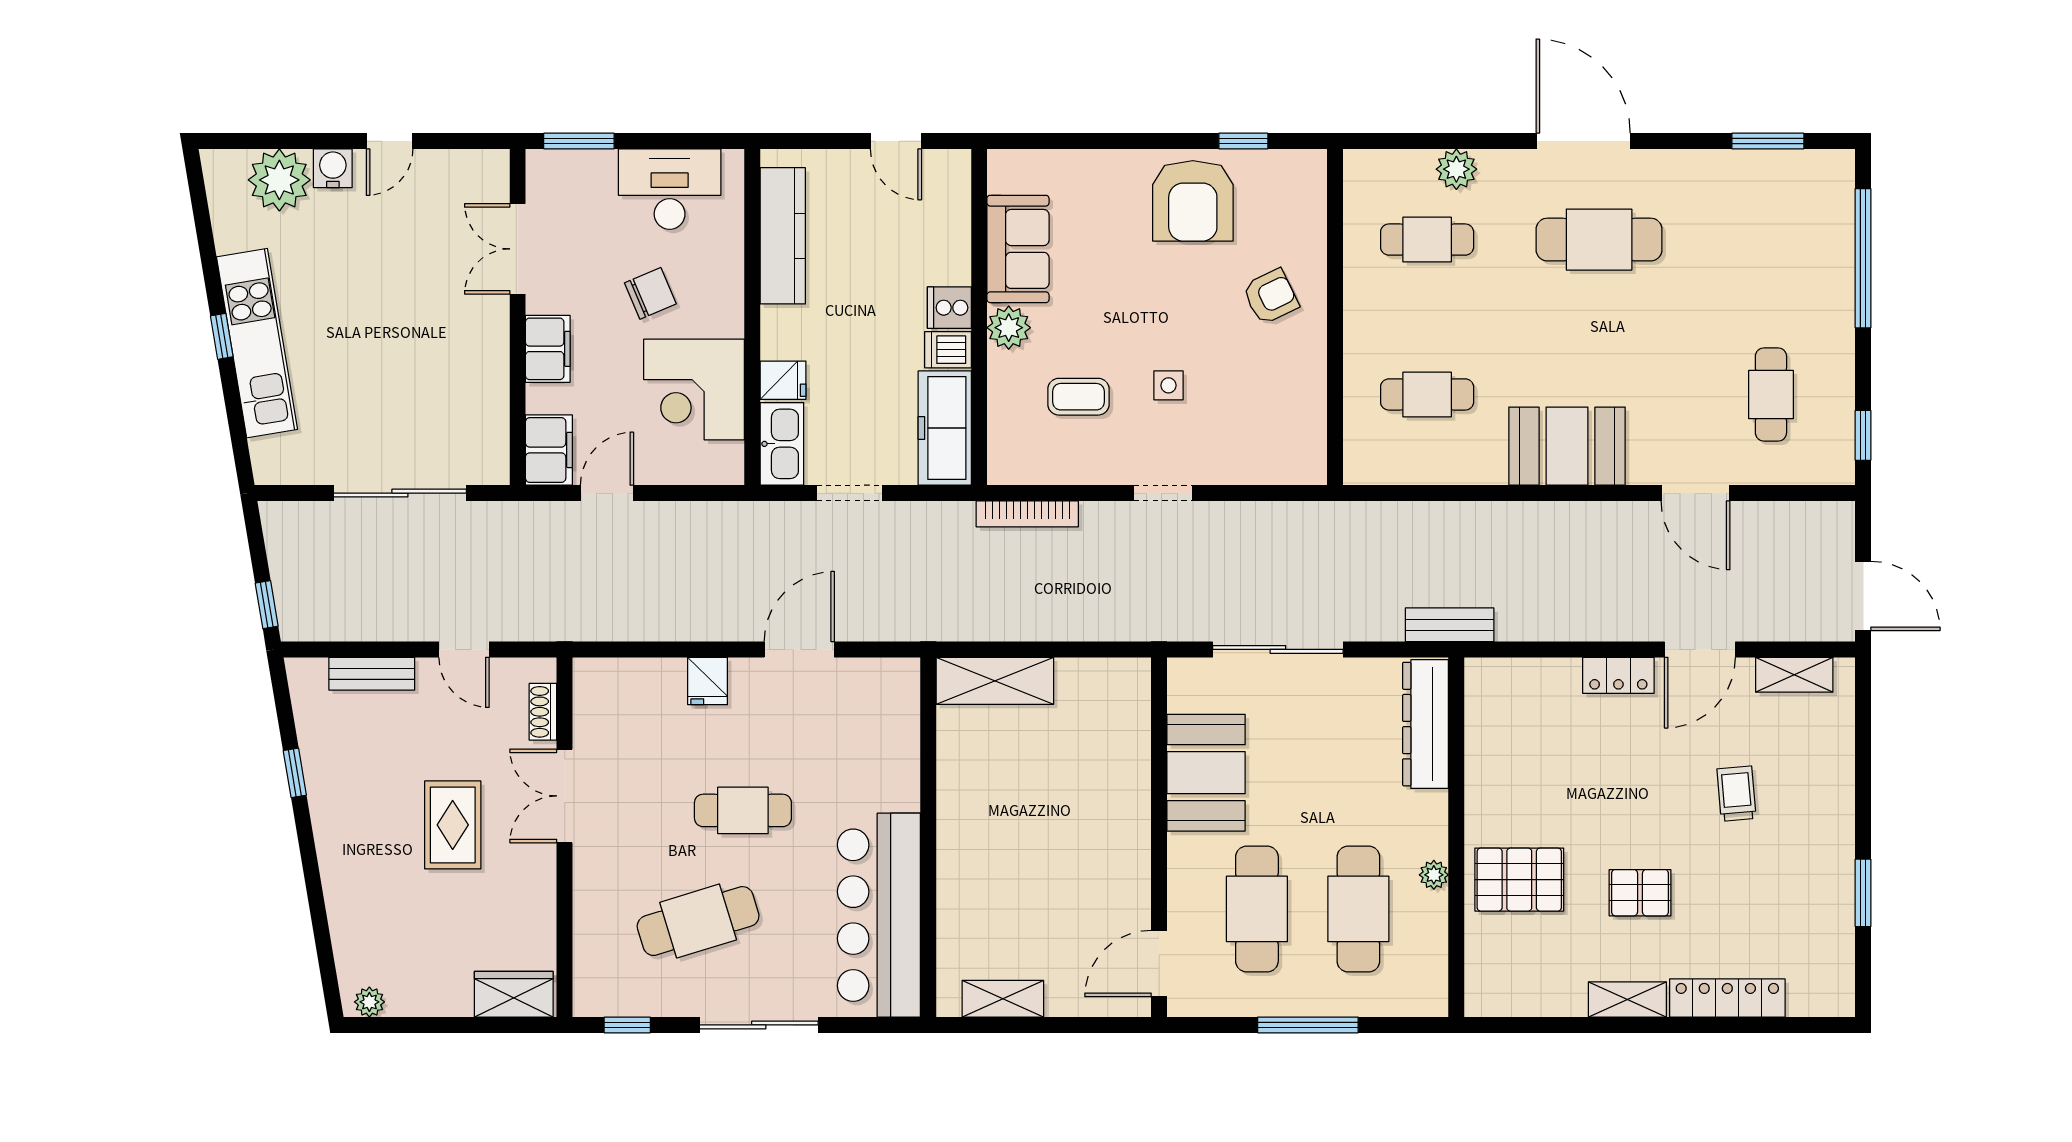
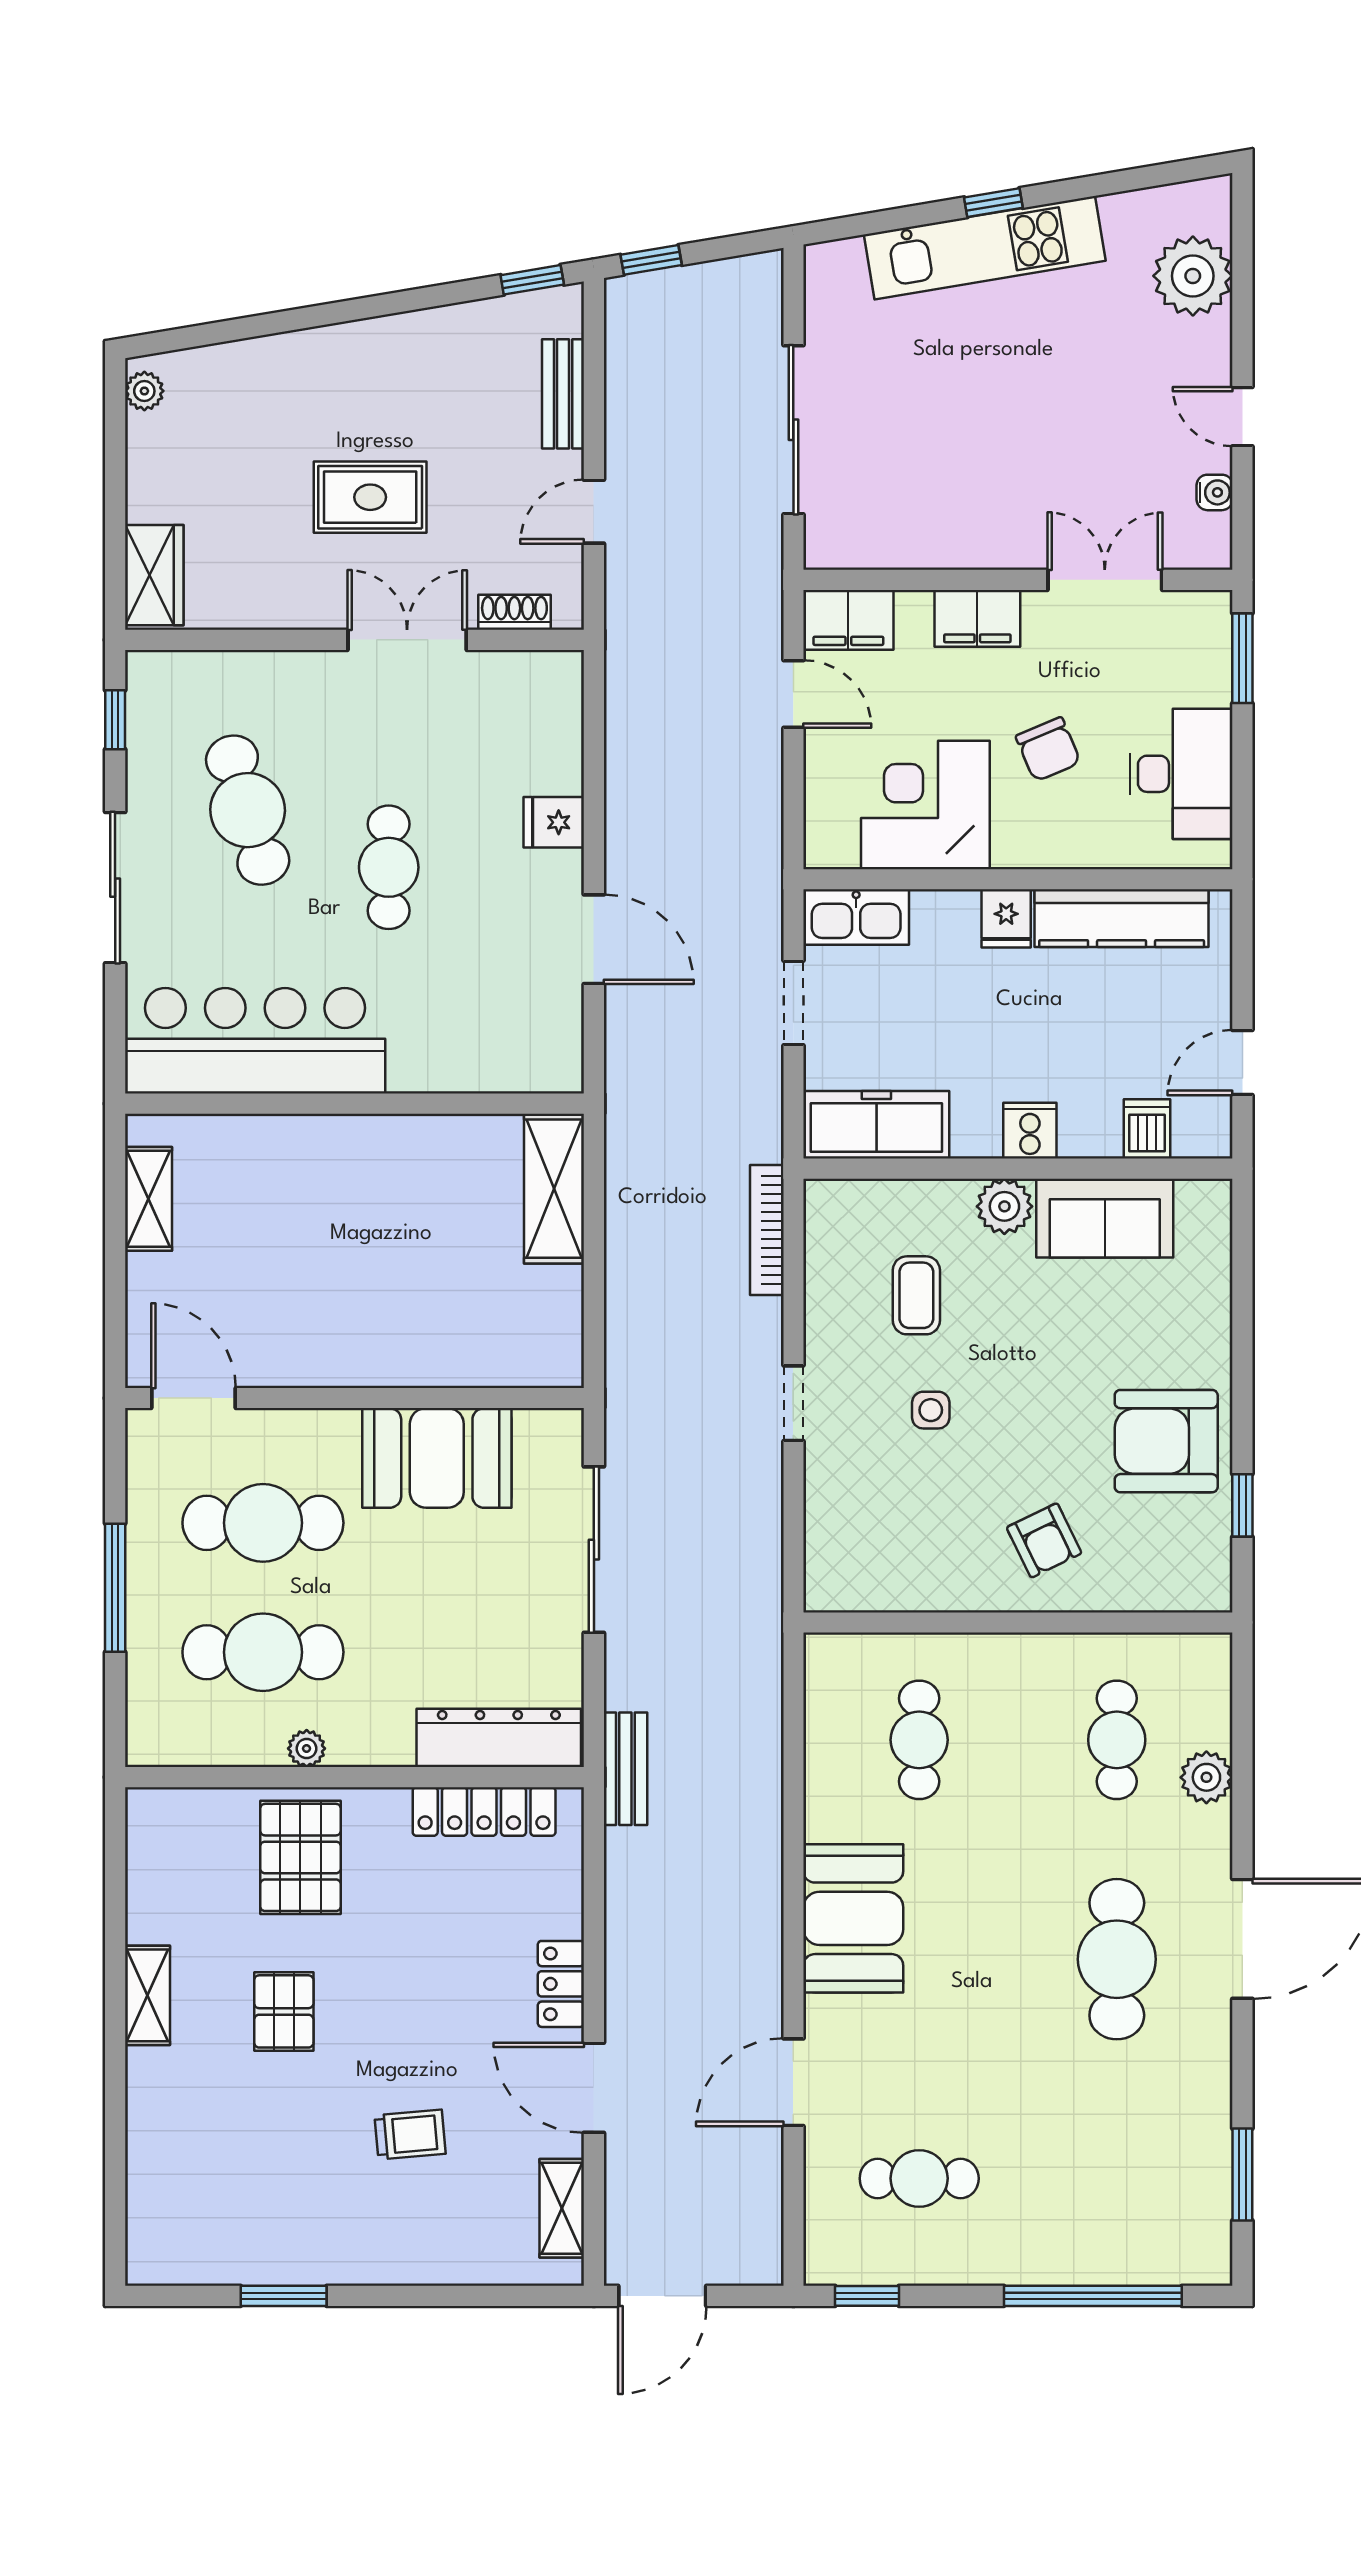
water cooler: (333, 168) -> (1215, 492), moved, width x0.72, depth x0.72
dishwasher: (948, 350) -> (1147, 1129), moved
fridge: (783, 380) -> (1006, 918), moved
window: (295, 773) -> (532, 280), moved
locker: (1727, 998) -> (484, 1811), moved, turned 90

